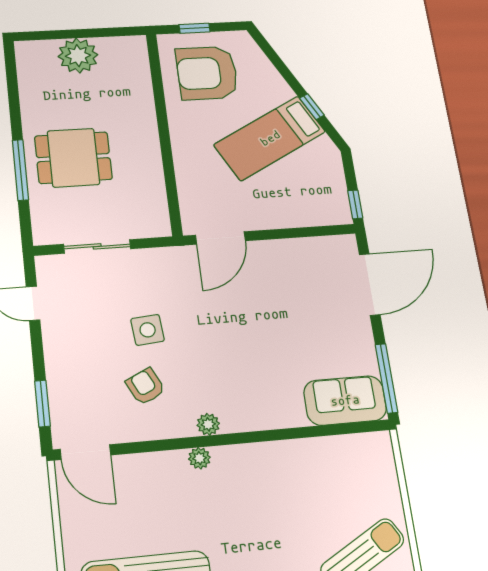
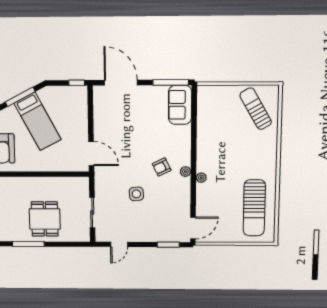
window: (312, 107) -> (20, 97), width x2.17
window: (20, 170) -> (28, 244), moved
armchair: (145, 386) -> (162, 167), moved

